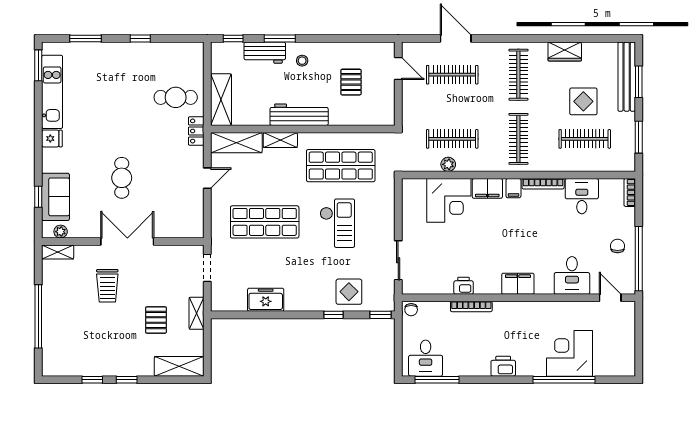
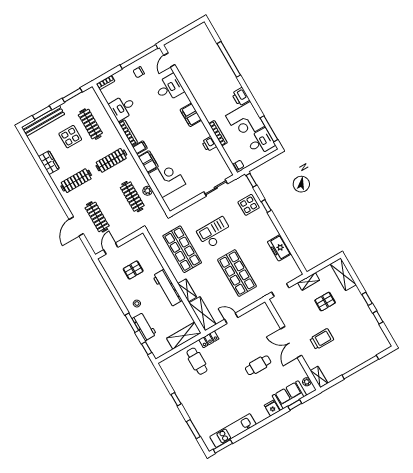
fridge: (52, 138) -> (272, 408), moved
corner desk: (569, 353) -> (245, 121), moved

